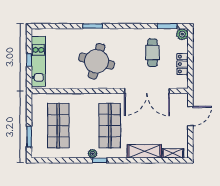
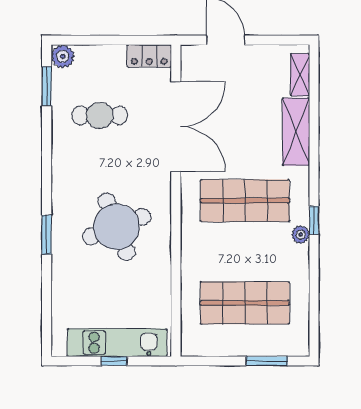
round table: (97, 61) -> (117, 227), turned -36
locker: (182, 64) -> (149, 56), moved

